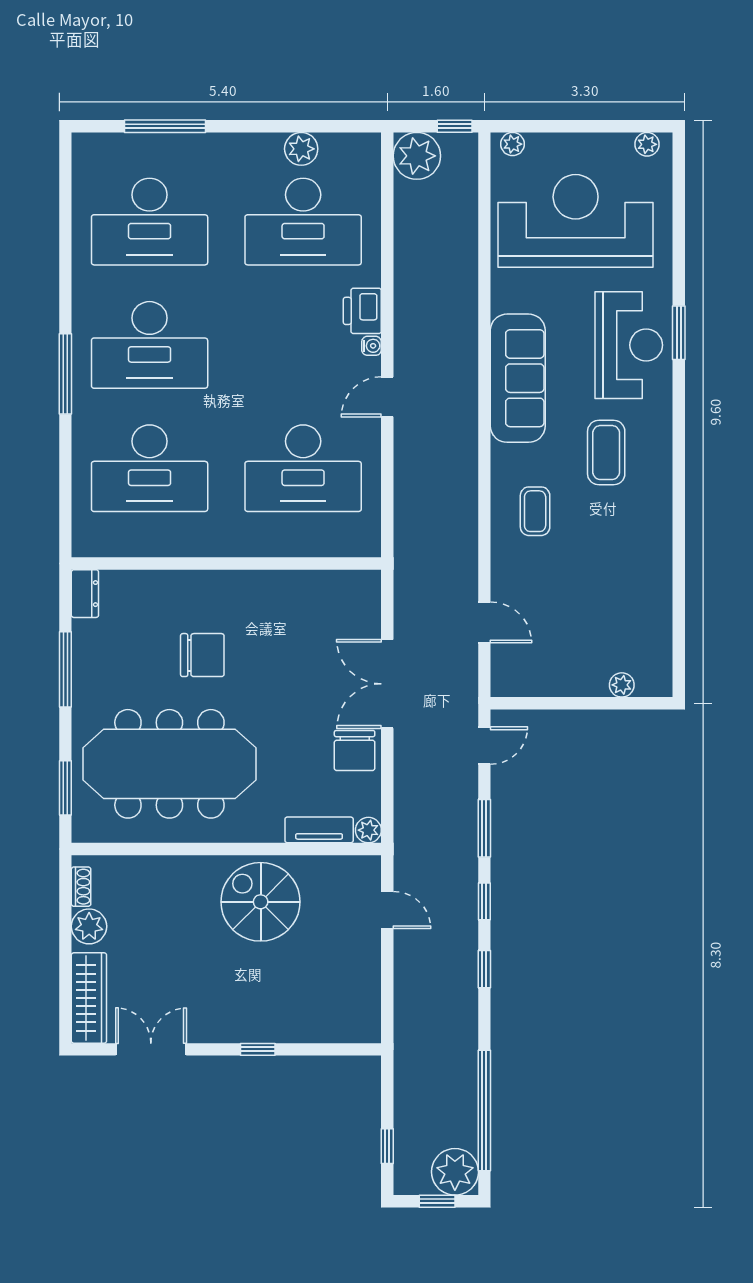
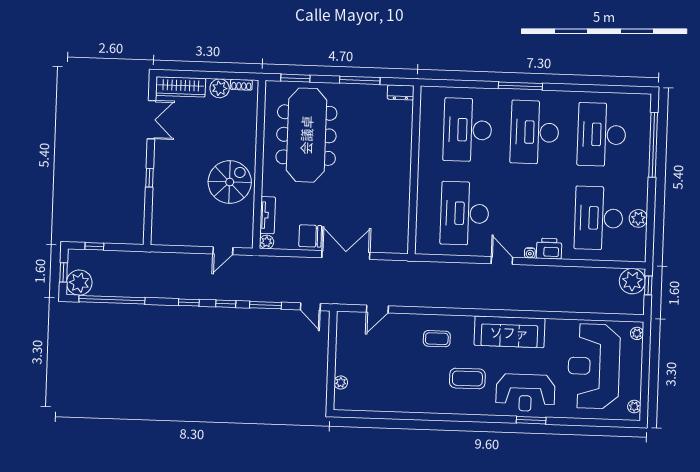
window: (165, 126) -> (653, 145), width x1.46
window: (455, 126) -> (648, 285), moved
reception desk: (576, 221) -> (594, 366), turned 180
chair: (202, 655) -> (365, 155), removed

